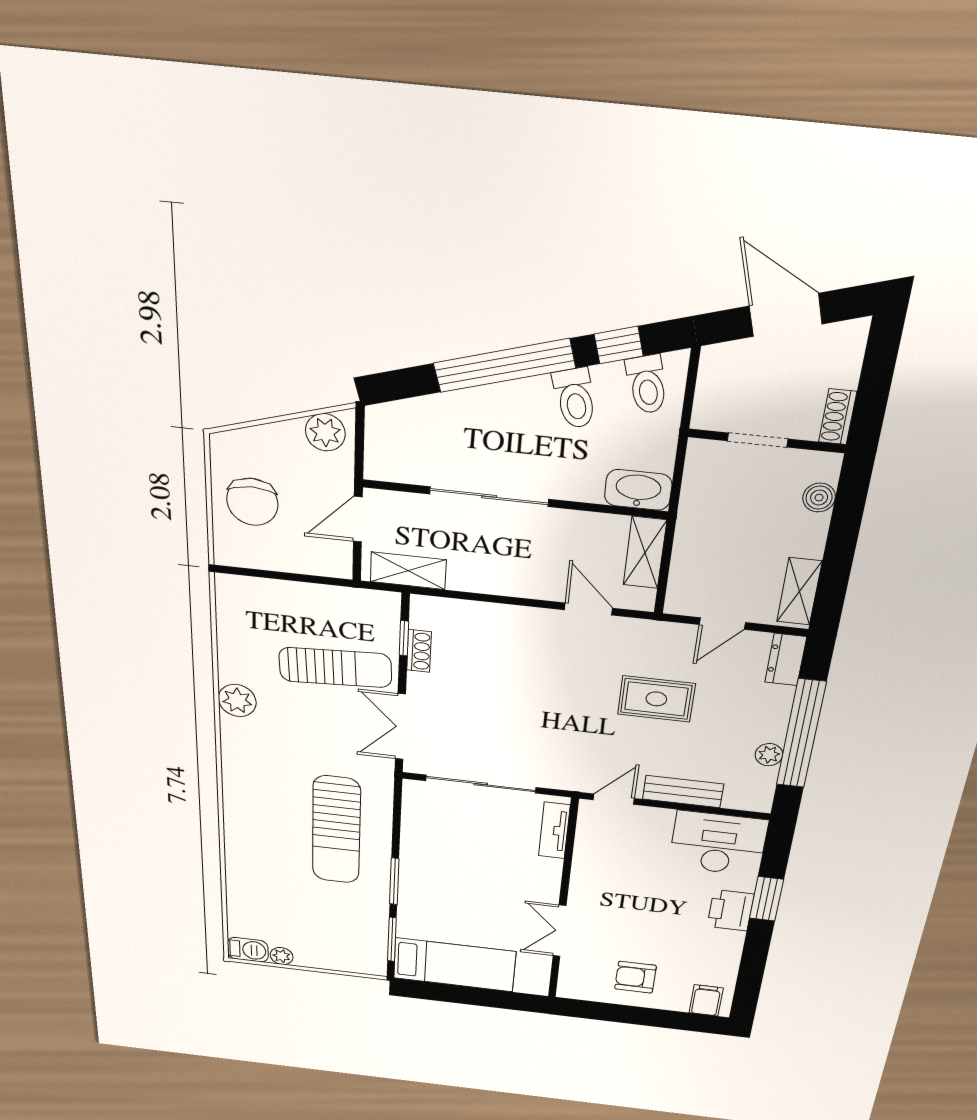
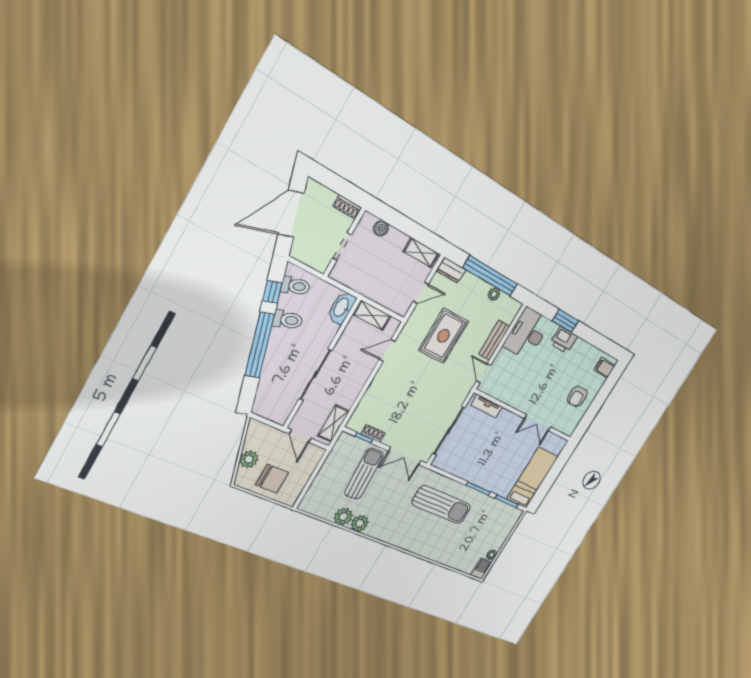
door: (786, 315) -> (291, 214), width x1.36
plant: (325, 432) -> (249, 459), moved
door: (722, 624) -> (421, 293), hinge flipped
plant: (237, 665) -> (343, 517), added
rug: (656, 699) -> (444, 336), width x1.36, depth x1.43

